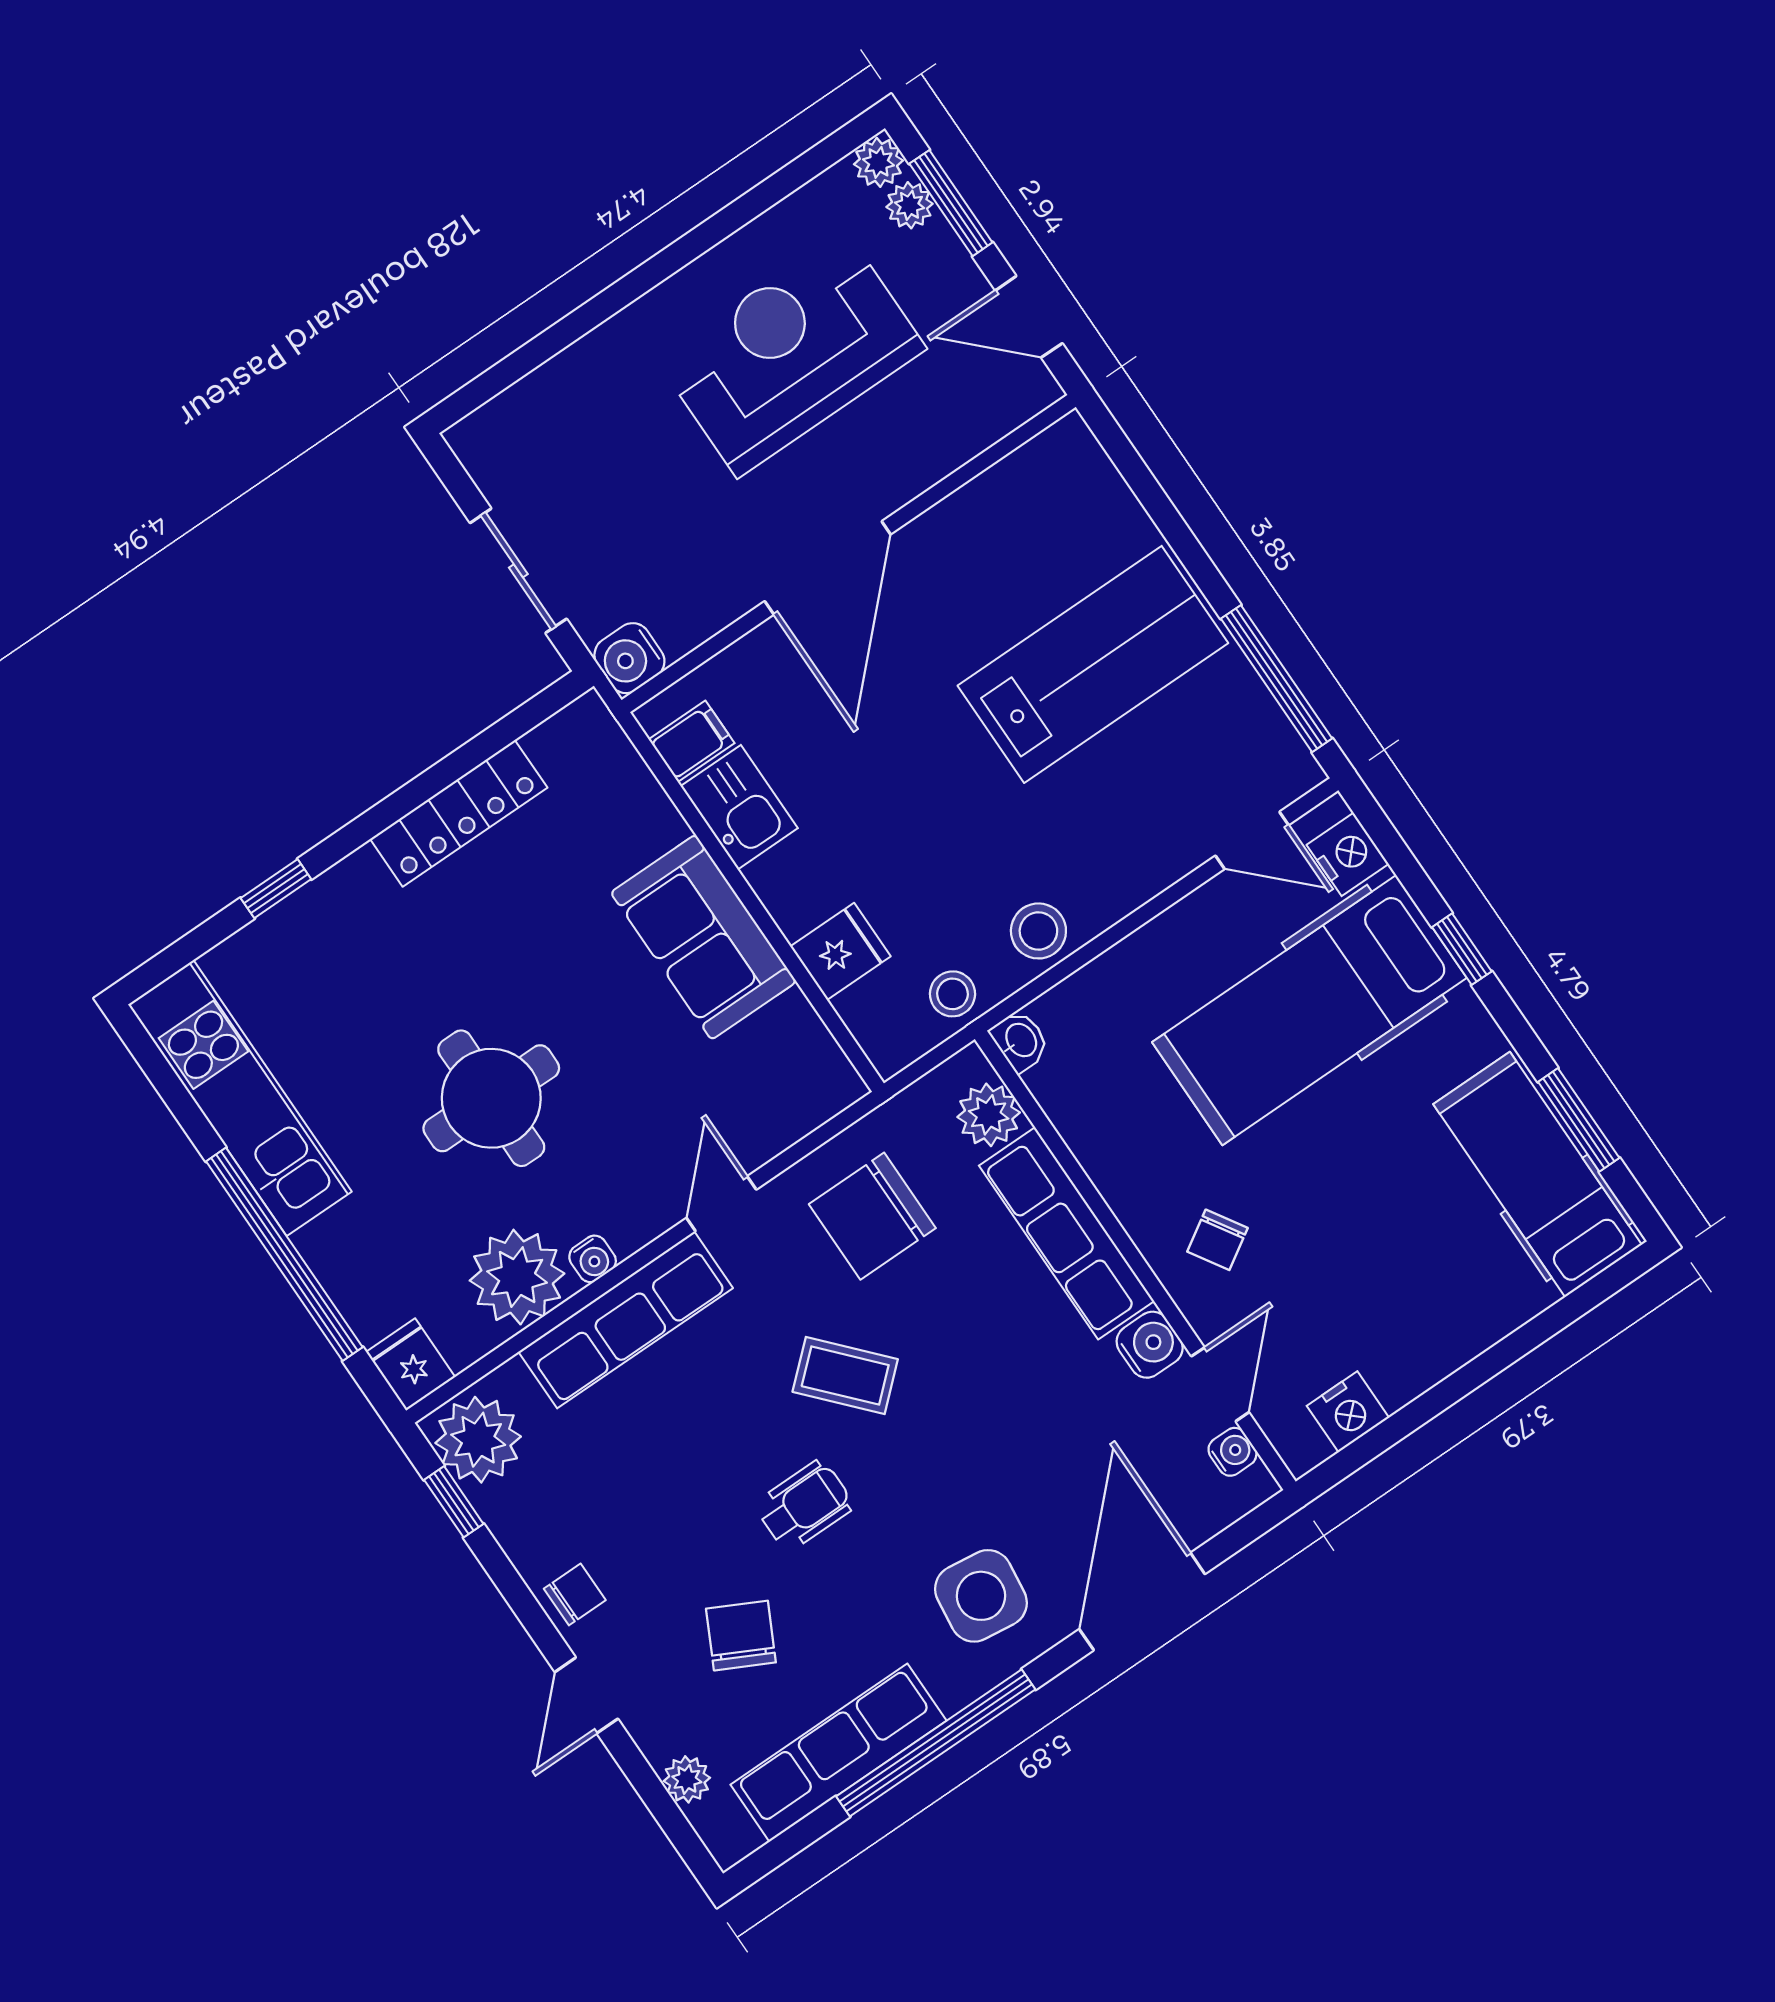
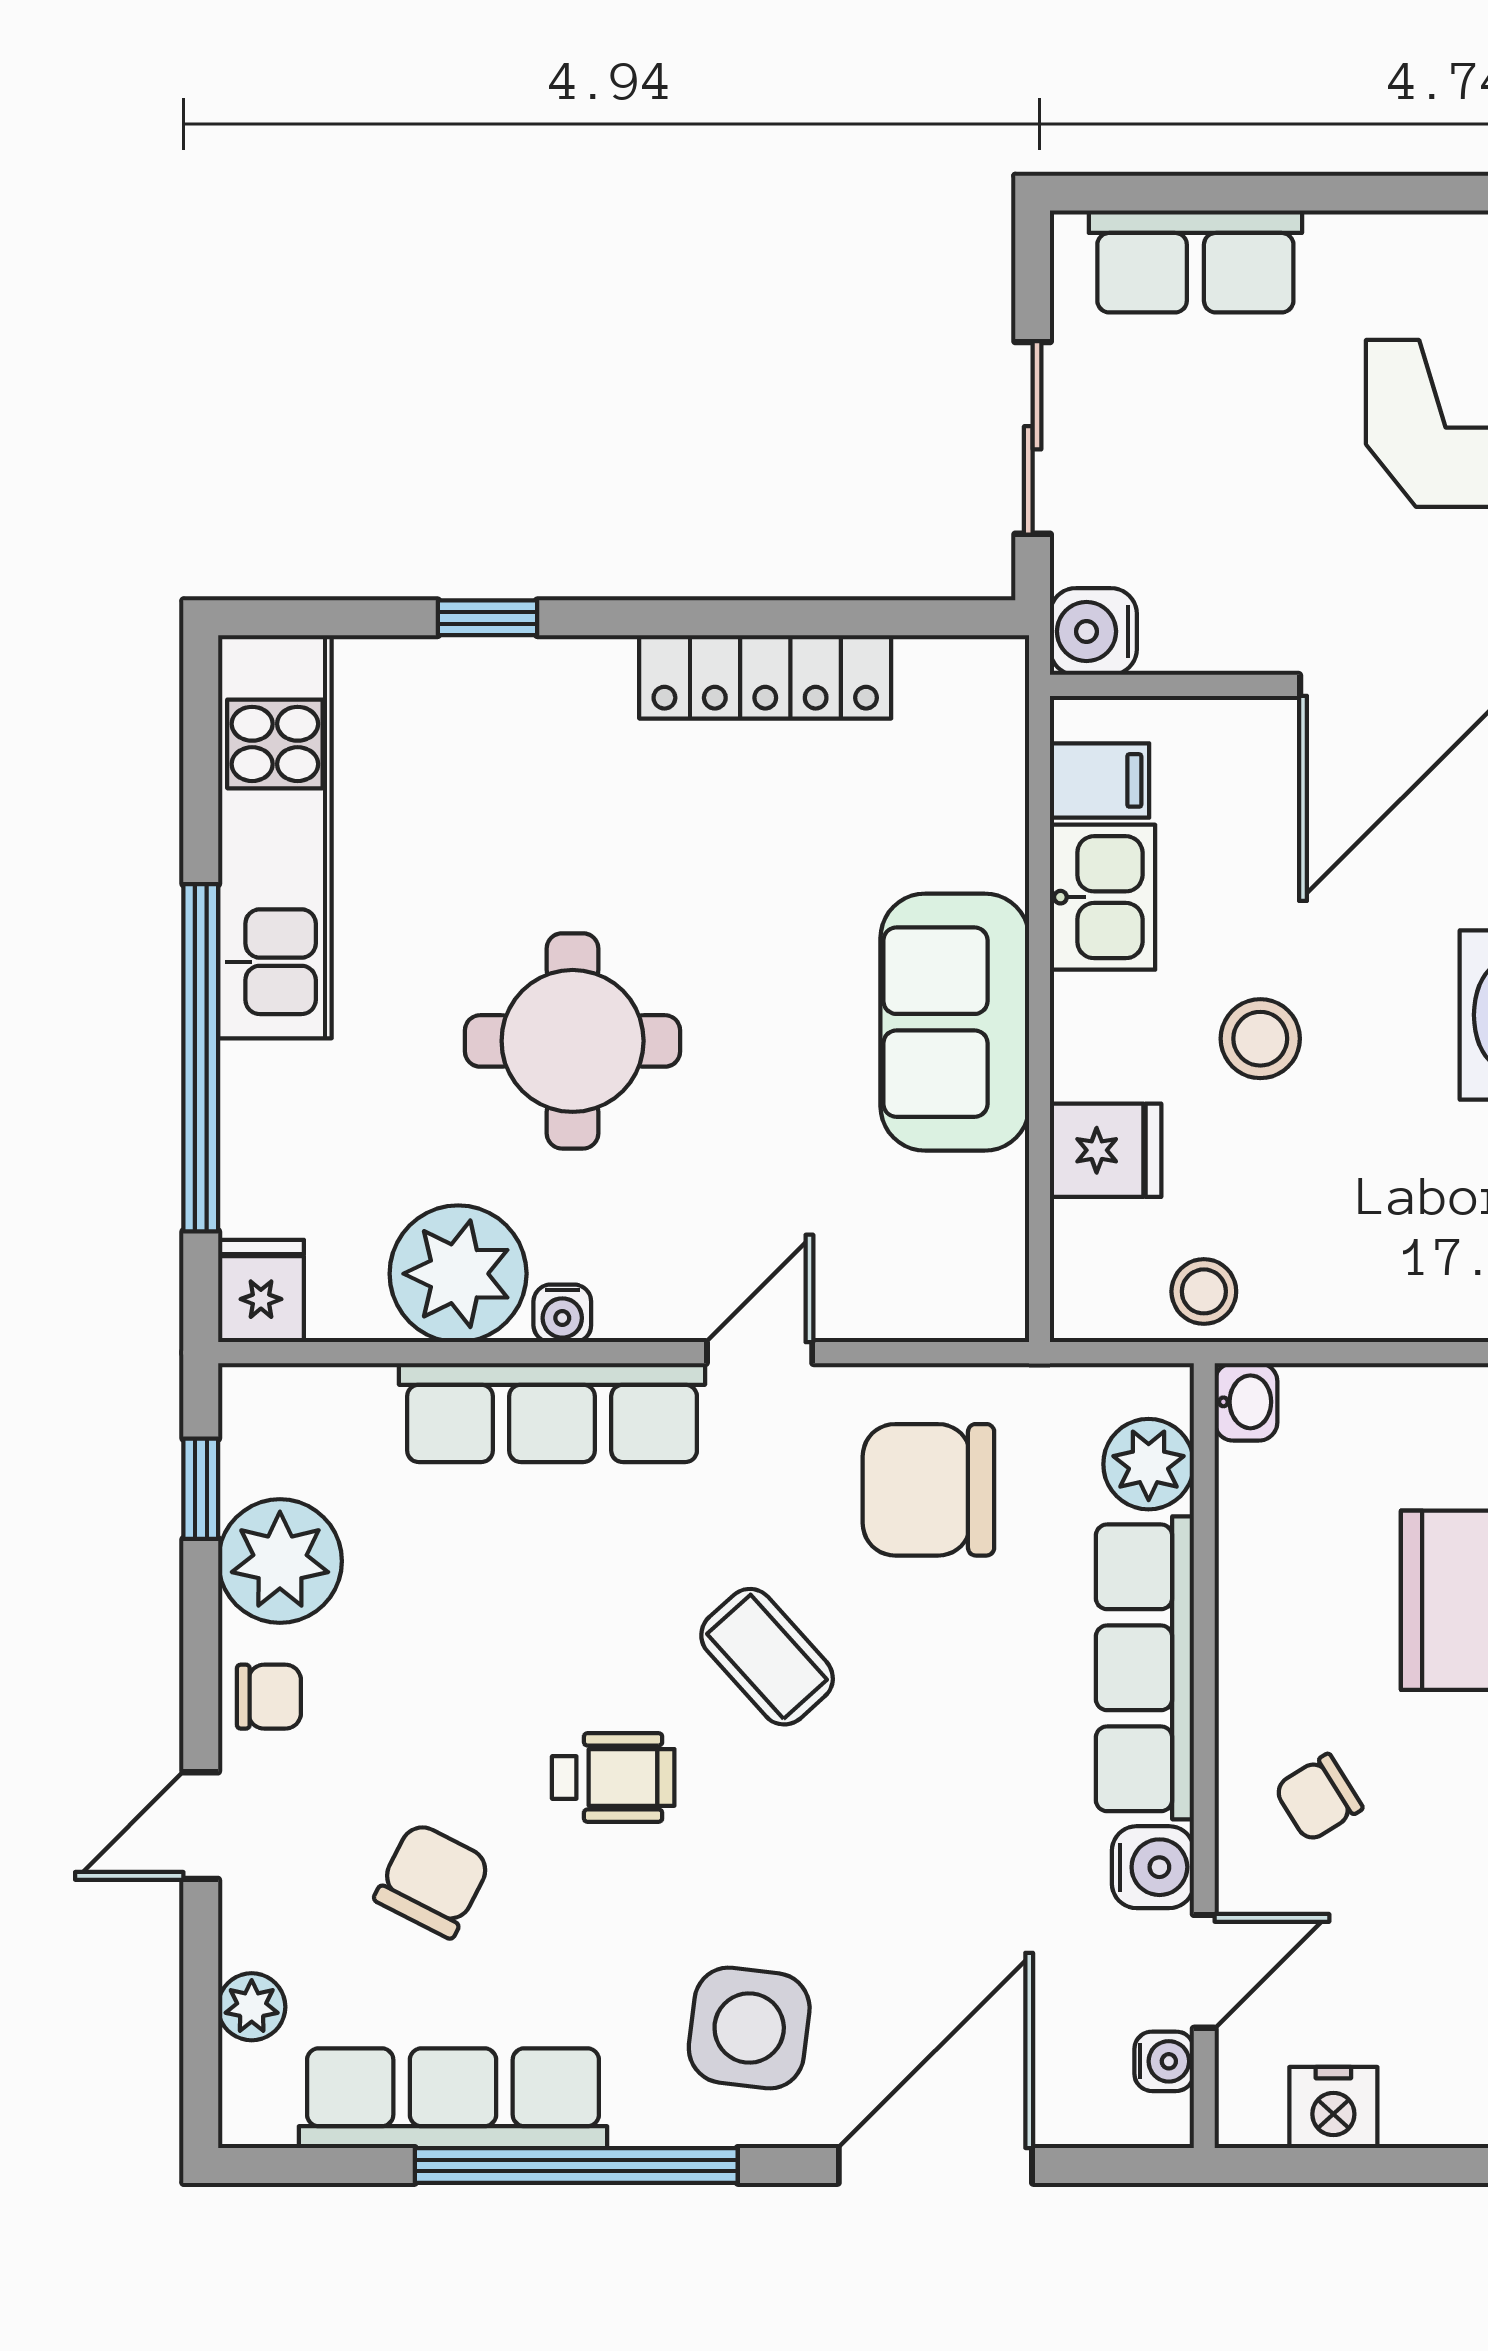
row of seats: (542, 405) -> (1195, 261), added
stool: (1038, 931) -> (1260, 1039), moved
plant: (478, 1440) -> (280, 1561), moved

